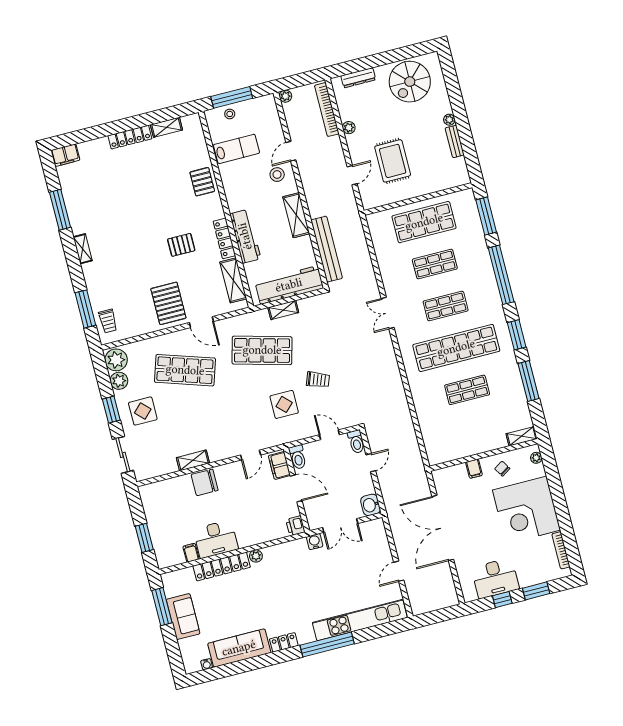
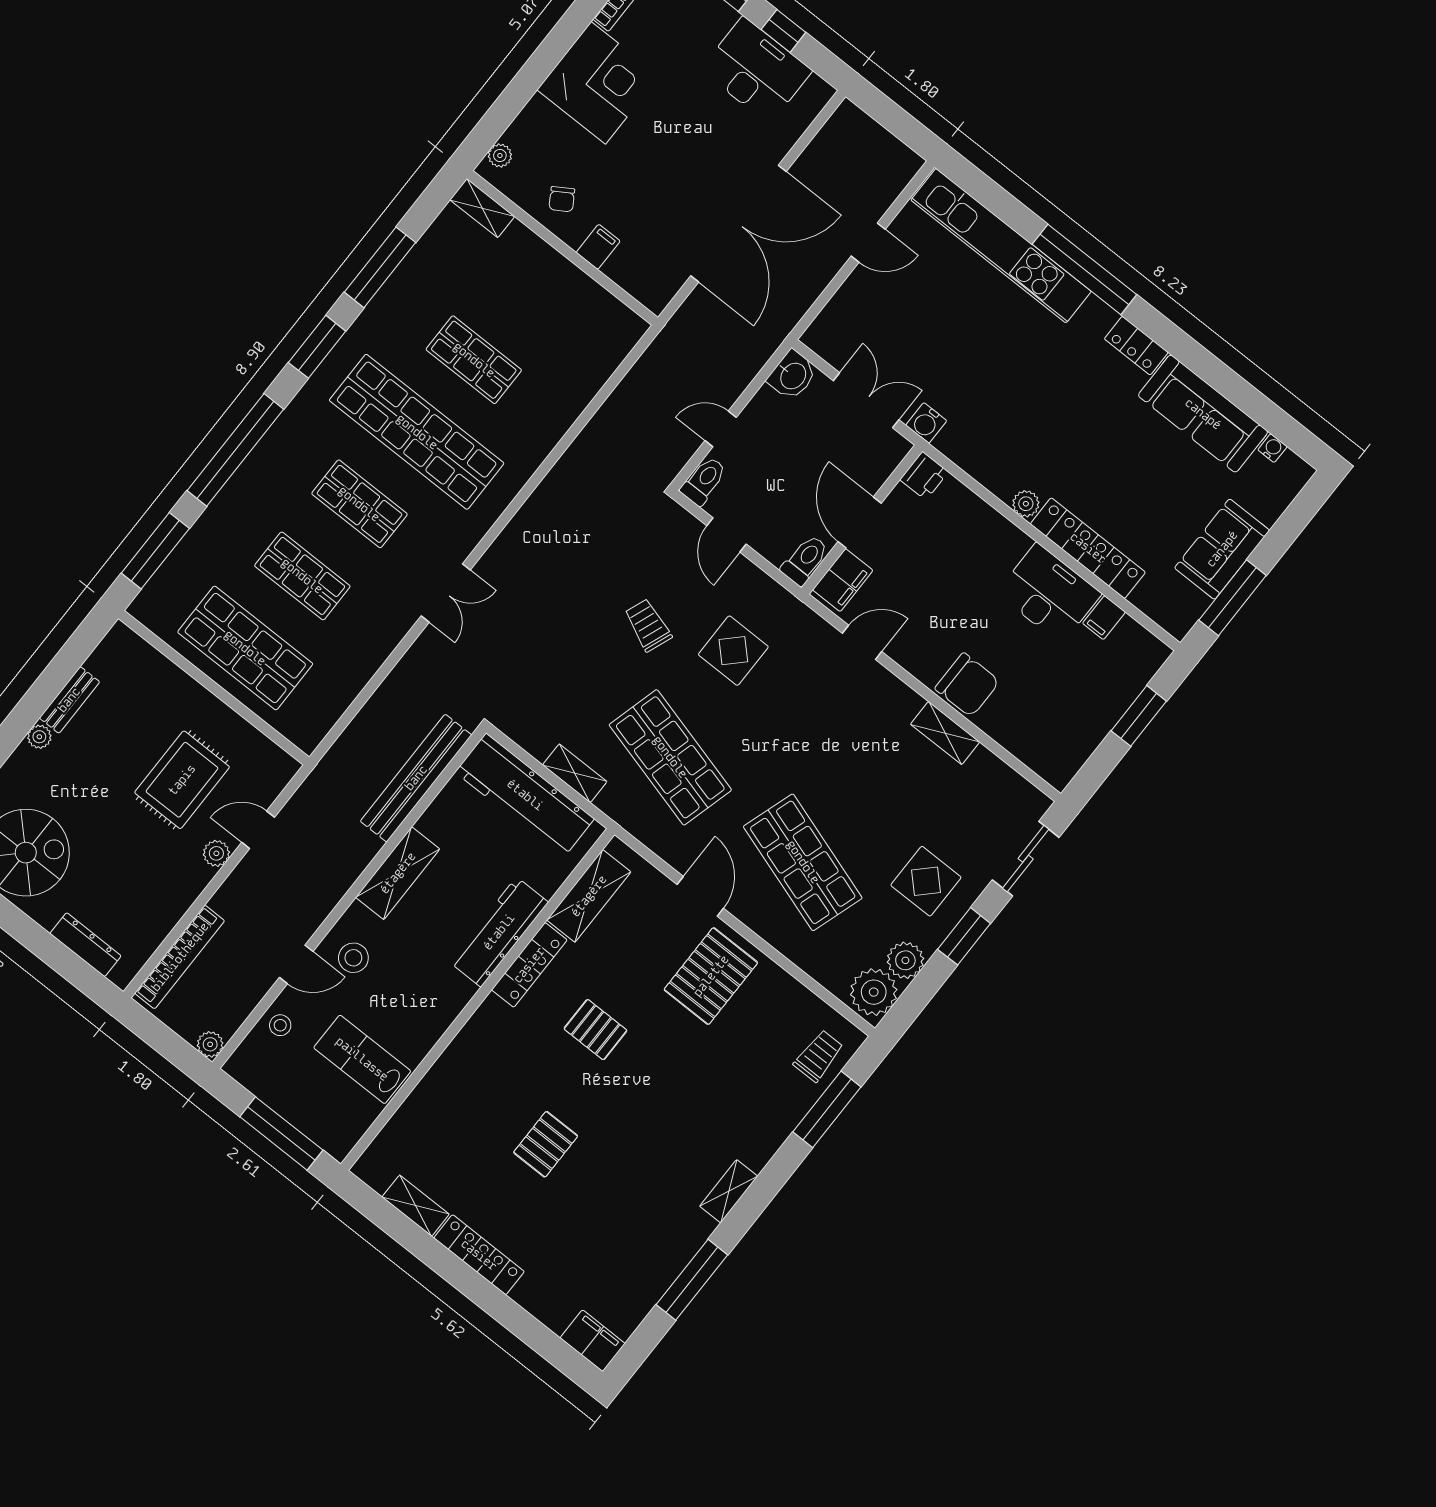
stool: (230, 114) -> (280, 1025), moved
plant: (349, 128) -> (216, 853), moved
pallet: (202, 182) -> (546, 1144), moved
corner desk: (526, 510) -> (598, 83), width x0.74, depth x0.74

